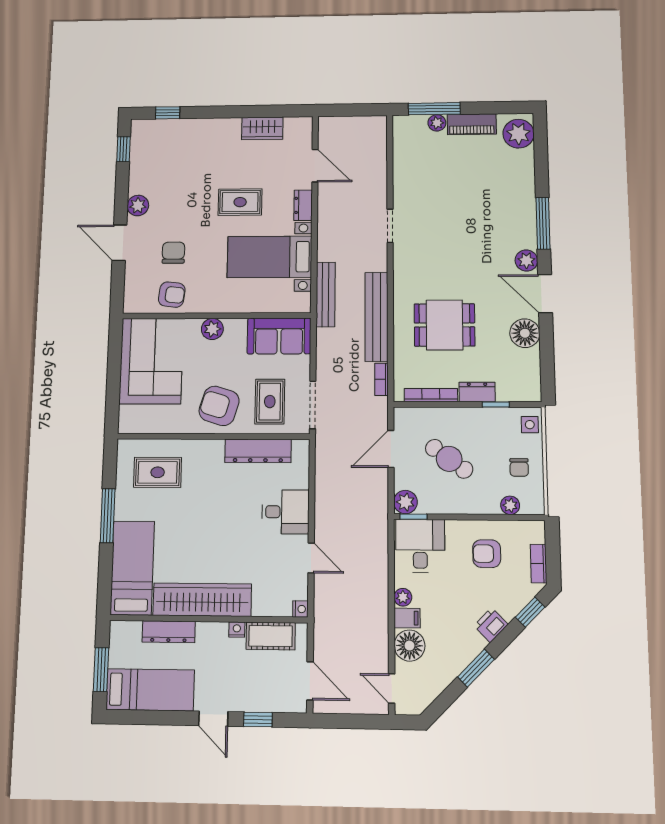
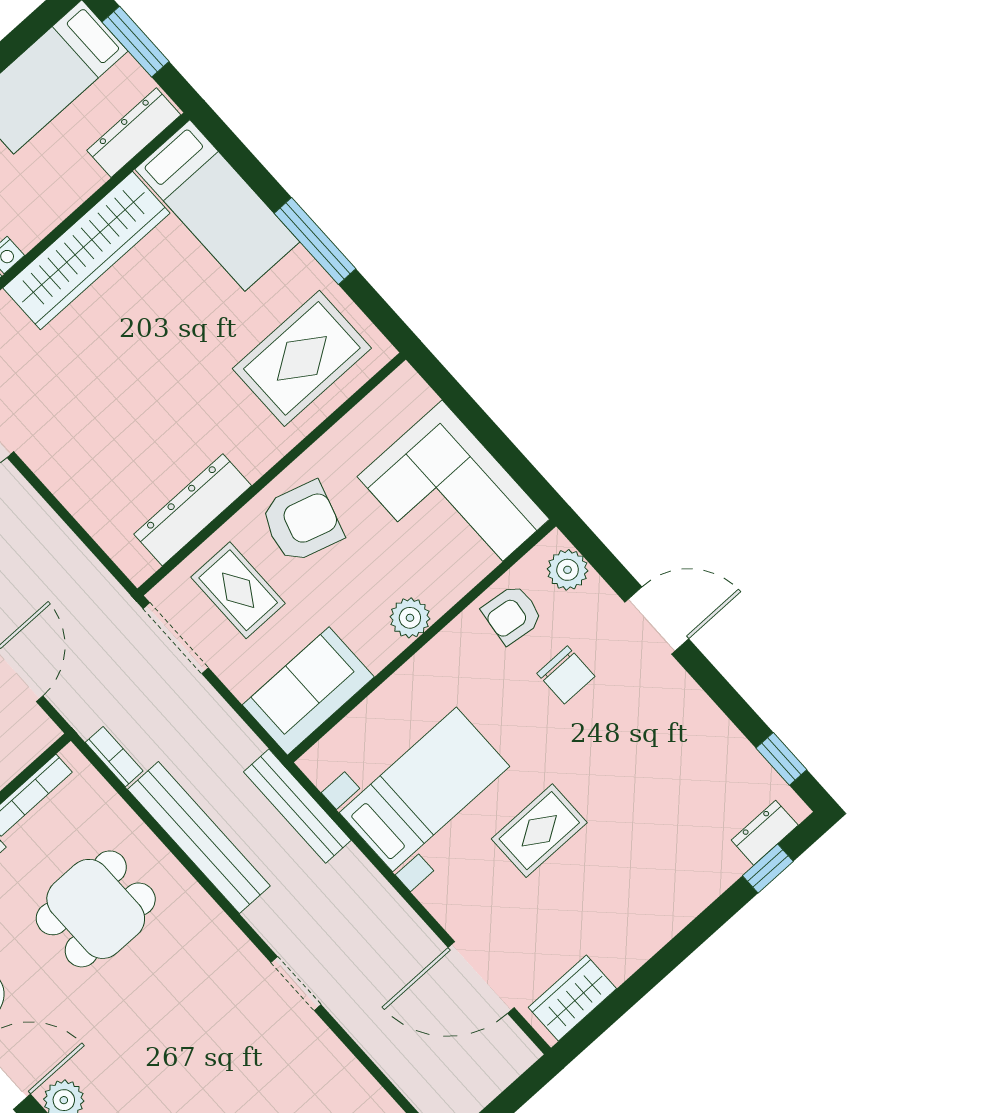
wardrobe: (262, 128) -> (572, 998), moved
door: (315, 166) -> (481, 977), width x1.36
plant: (138, 205) -> (568, 570), moved
dresser: (303, 205) -> (765, 833), moved, turned -90
rug: (158, 472) -> (302, 358), width x1.36, depth x1.43
desk: (285, 512) -> (82, 464), removed
dresser: (169, 632) -> (134, 133), moved

